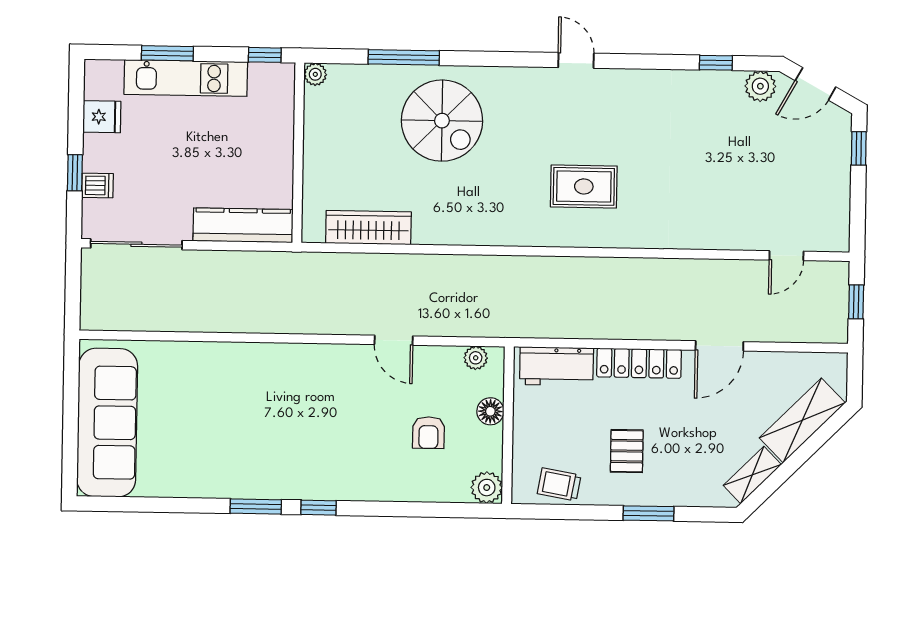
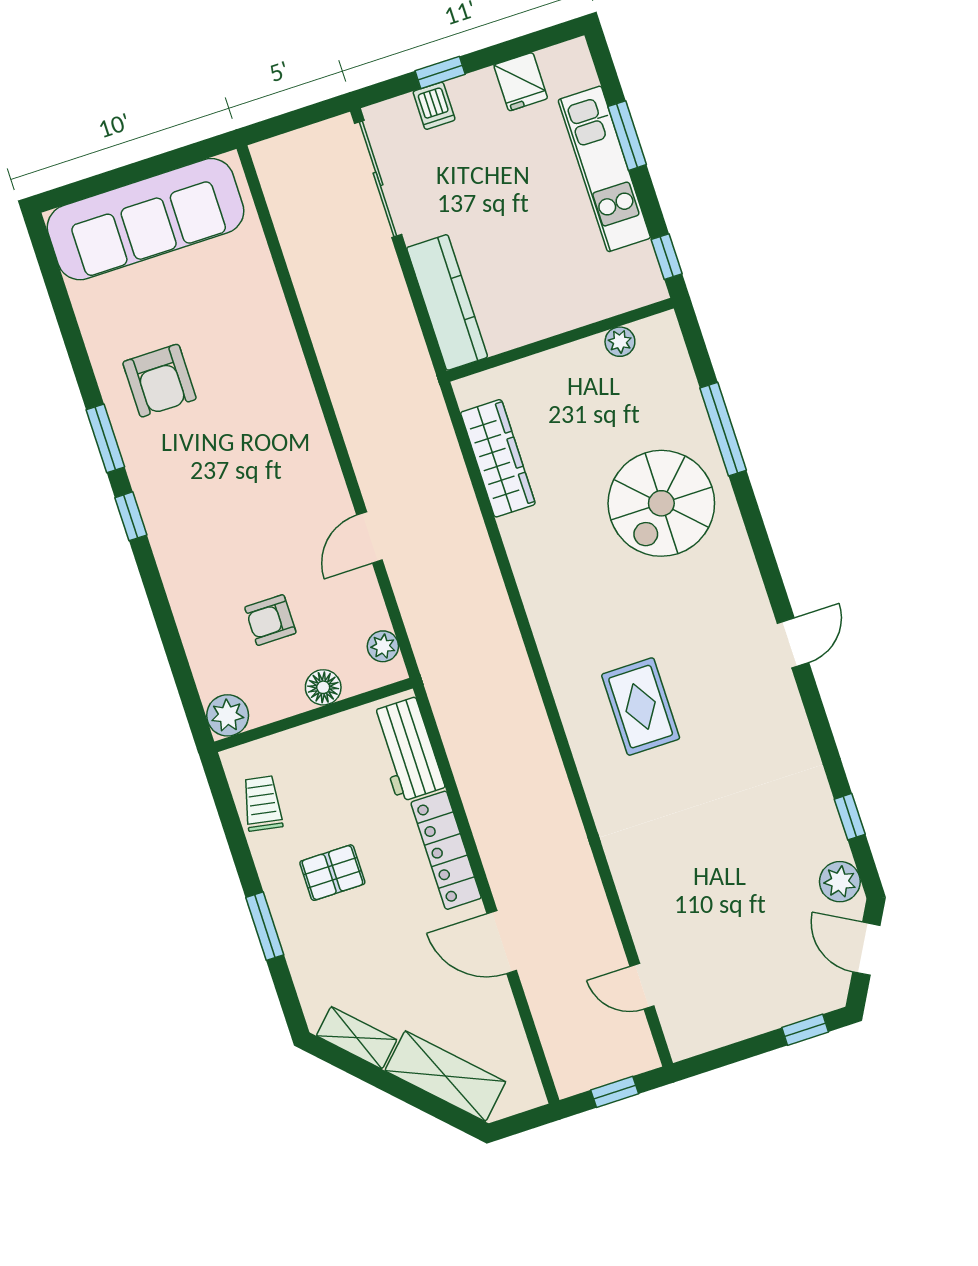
plant: (315, 74) -> (620, 342), moved
armchair: (227, 453) -> (160, 381), added

